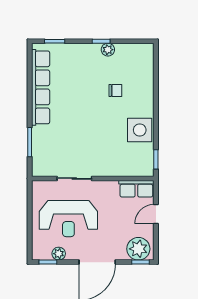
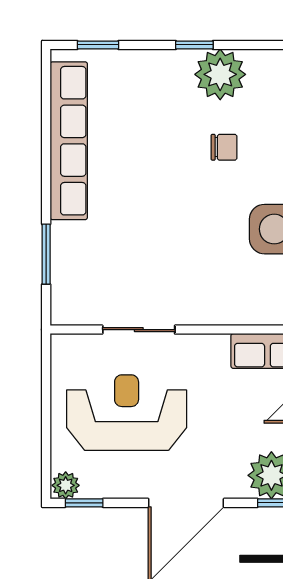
plant: (108, 50) -> (220, 74), width x1.87, depth x1.87
reception desk: (68, 219) -> (127, 413), turned 180
plant: (59, 254) -> (66, 485), moved

